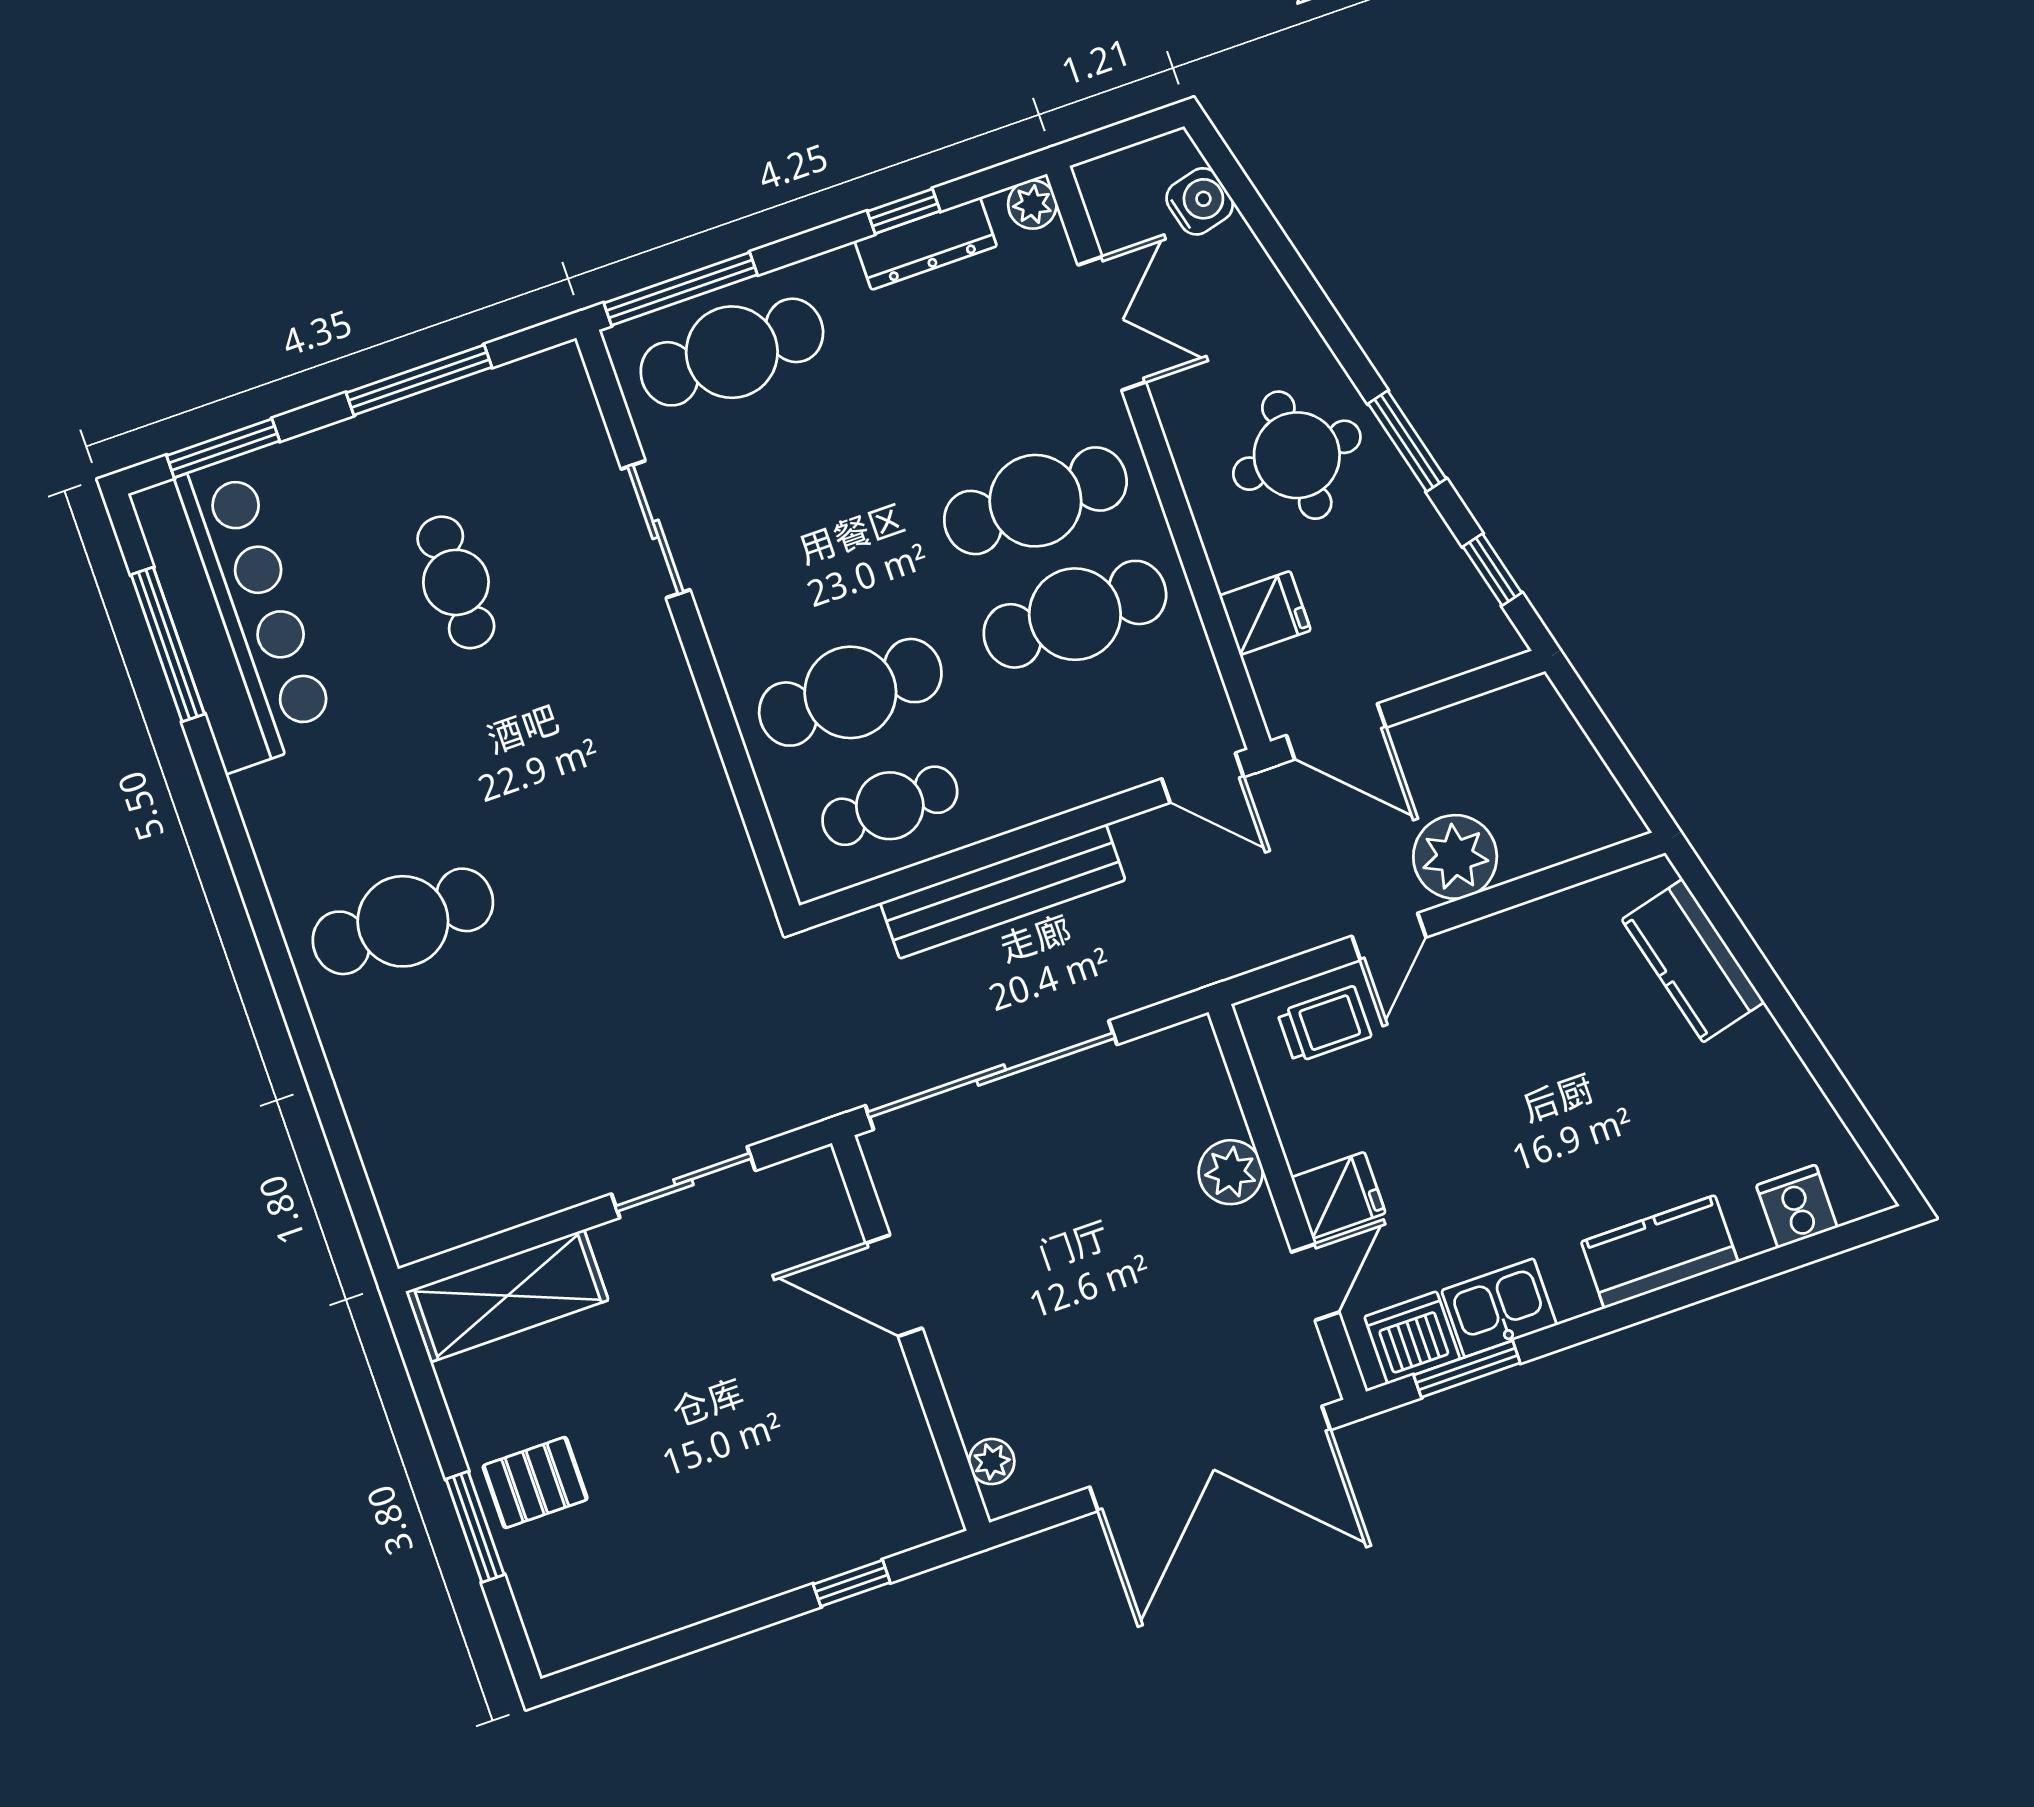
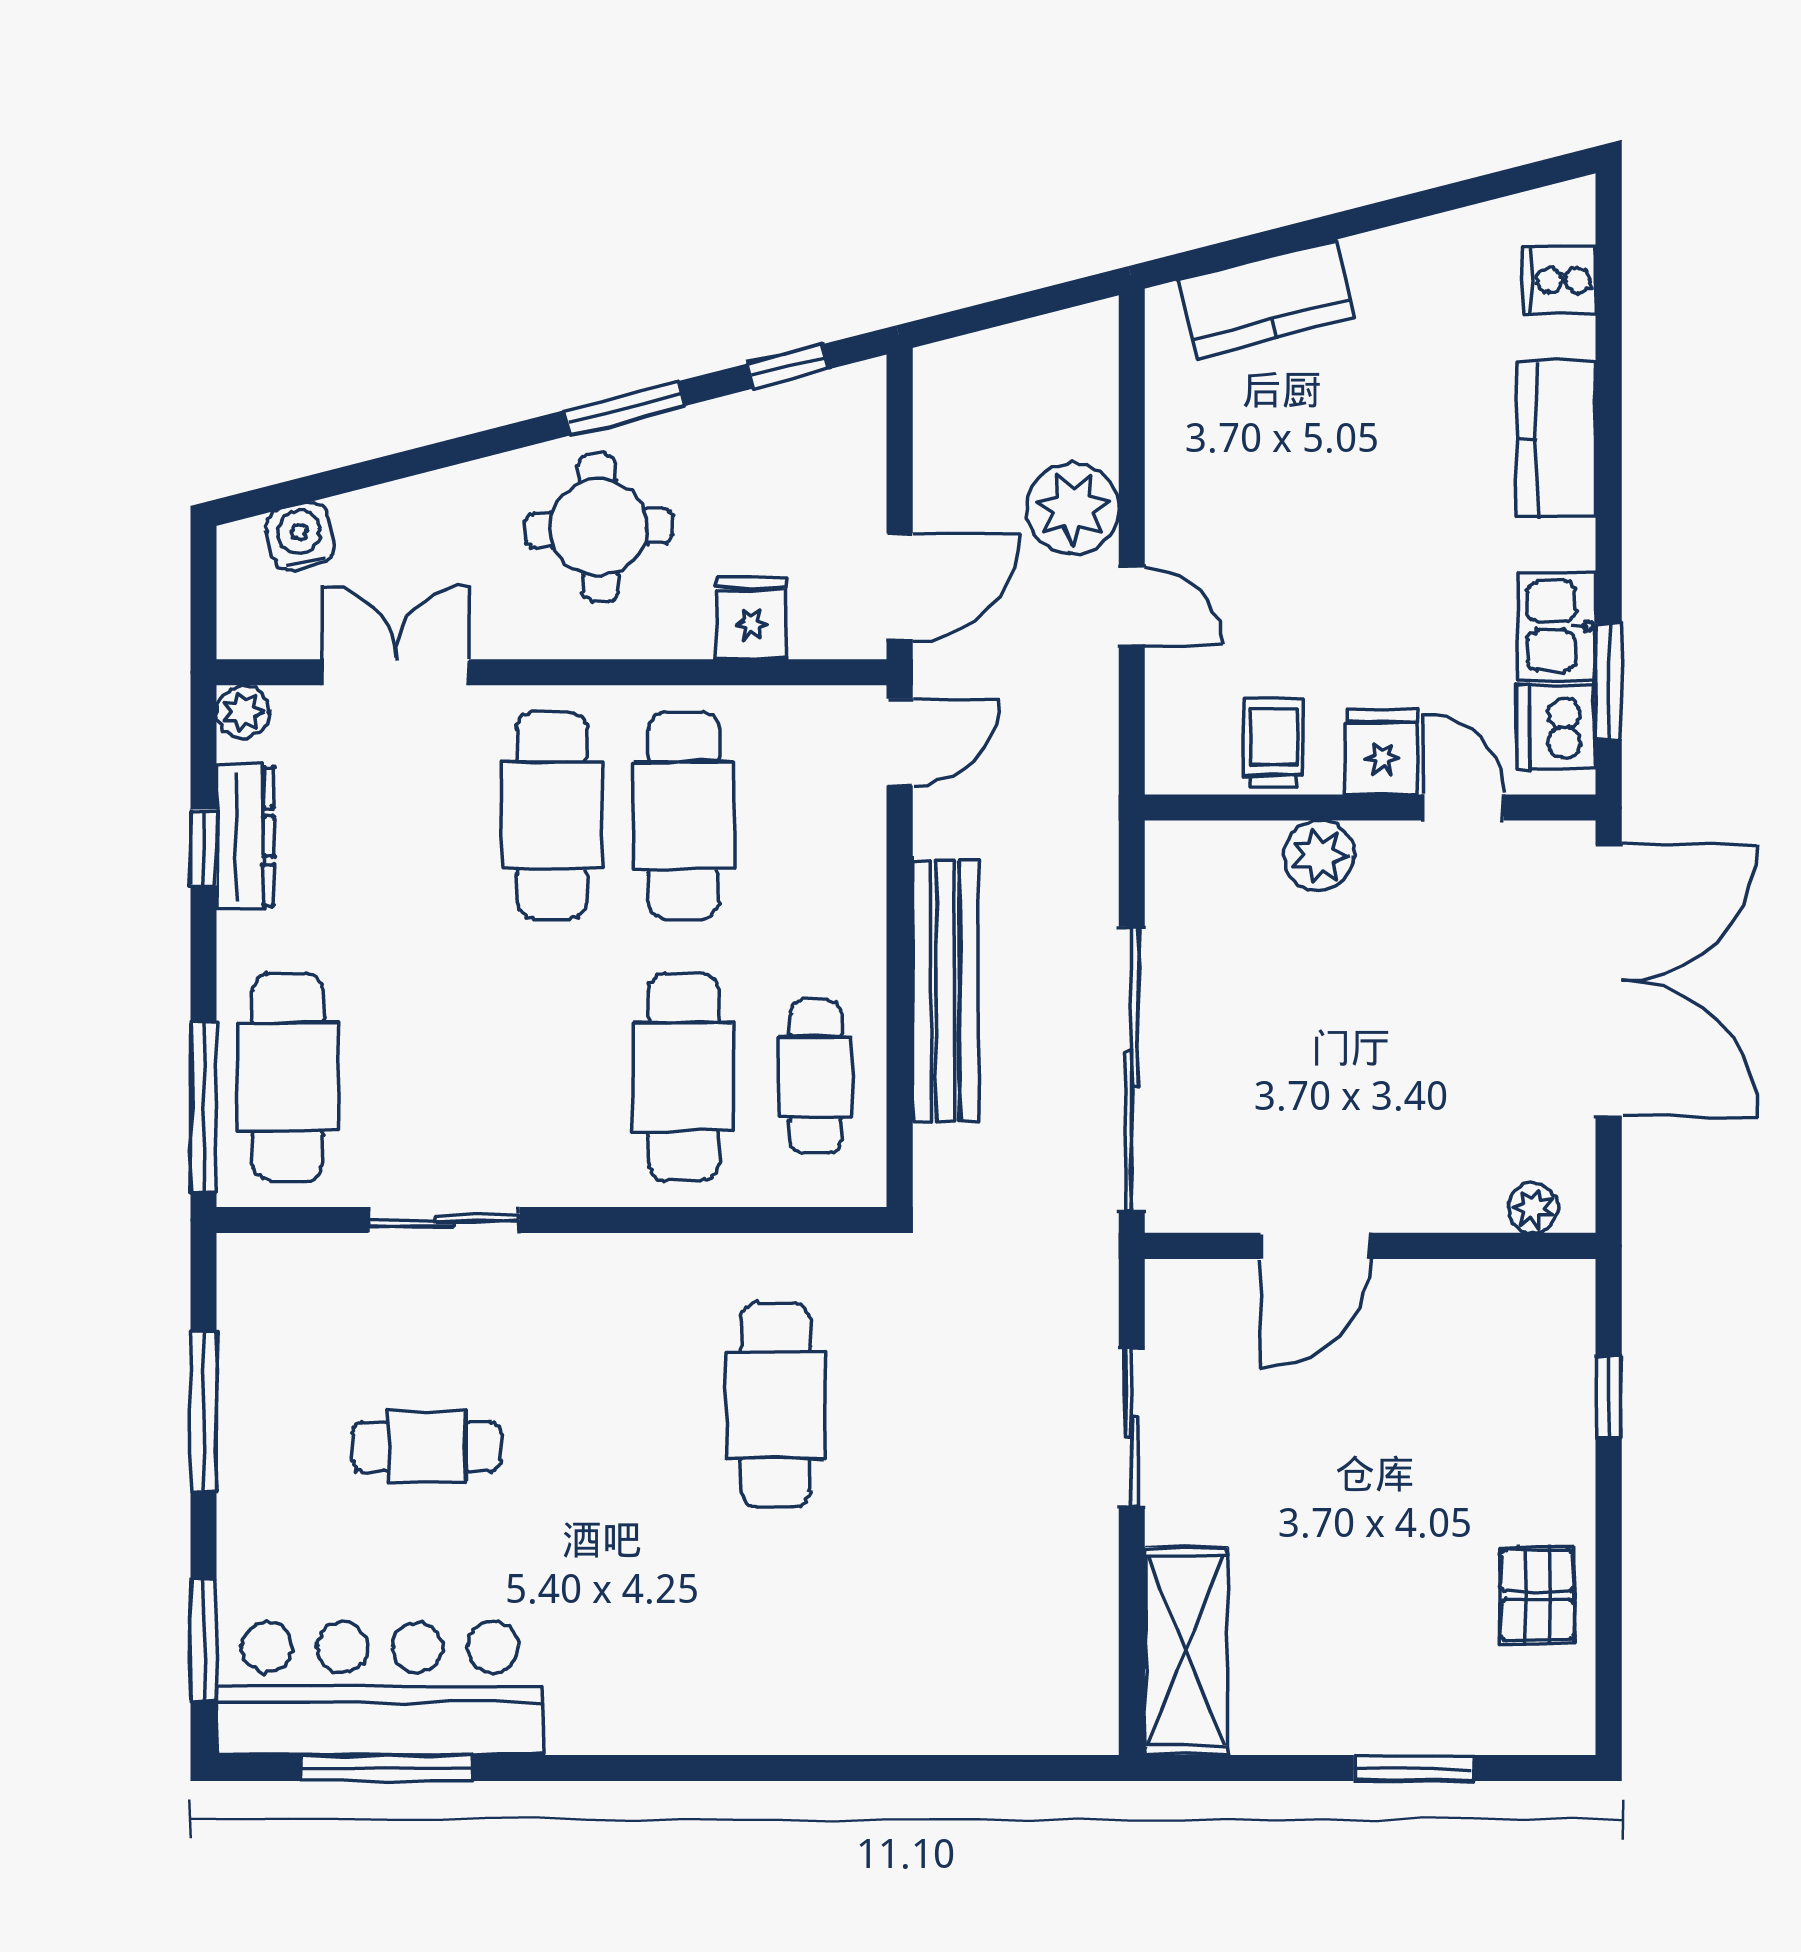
cafe table: (403, 921) -> (775, 1405), moved
trolley: (1324, 1024) -> (1273, 743), moved
pallet: (535, 1483) -> (1537, 1595), moved

